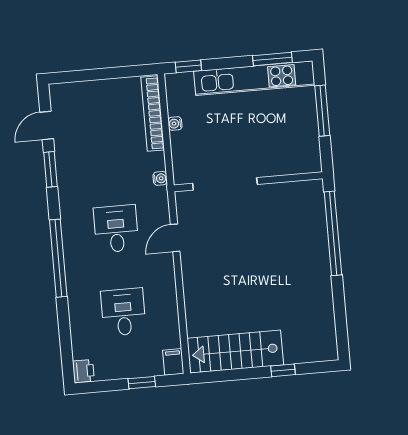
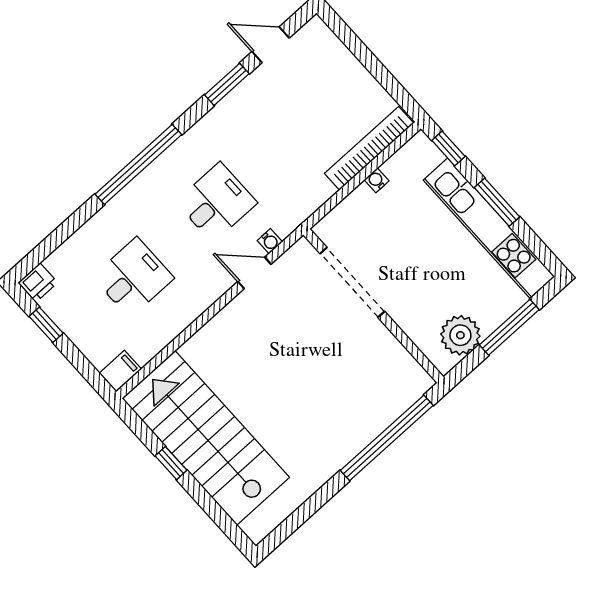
window: (272, 59) -> (497, 202), moved
plant: (305, 143) -> (460, 335), added
water cooler: (160, 178) -> (270, 241), moved
stairs: (235, 352) -> (206, 438), width x1.36, depth x1.51
window: (283, 370) -> (171, 463), moved
window: (142, 383) -> (46, 325), moved

